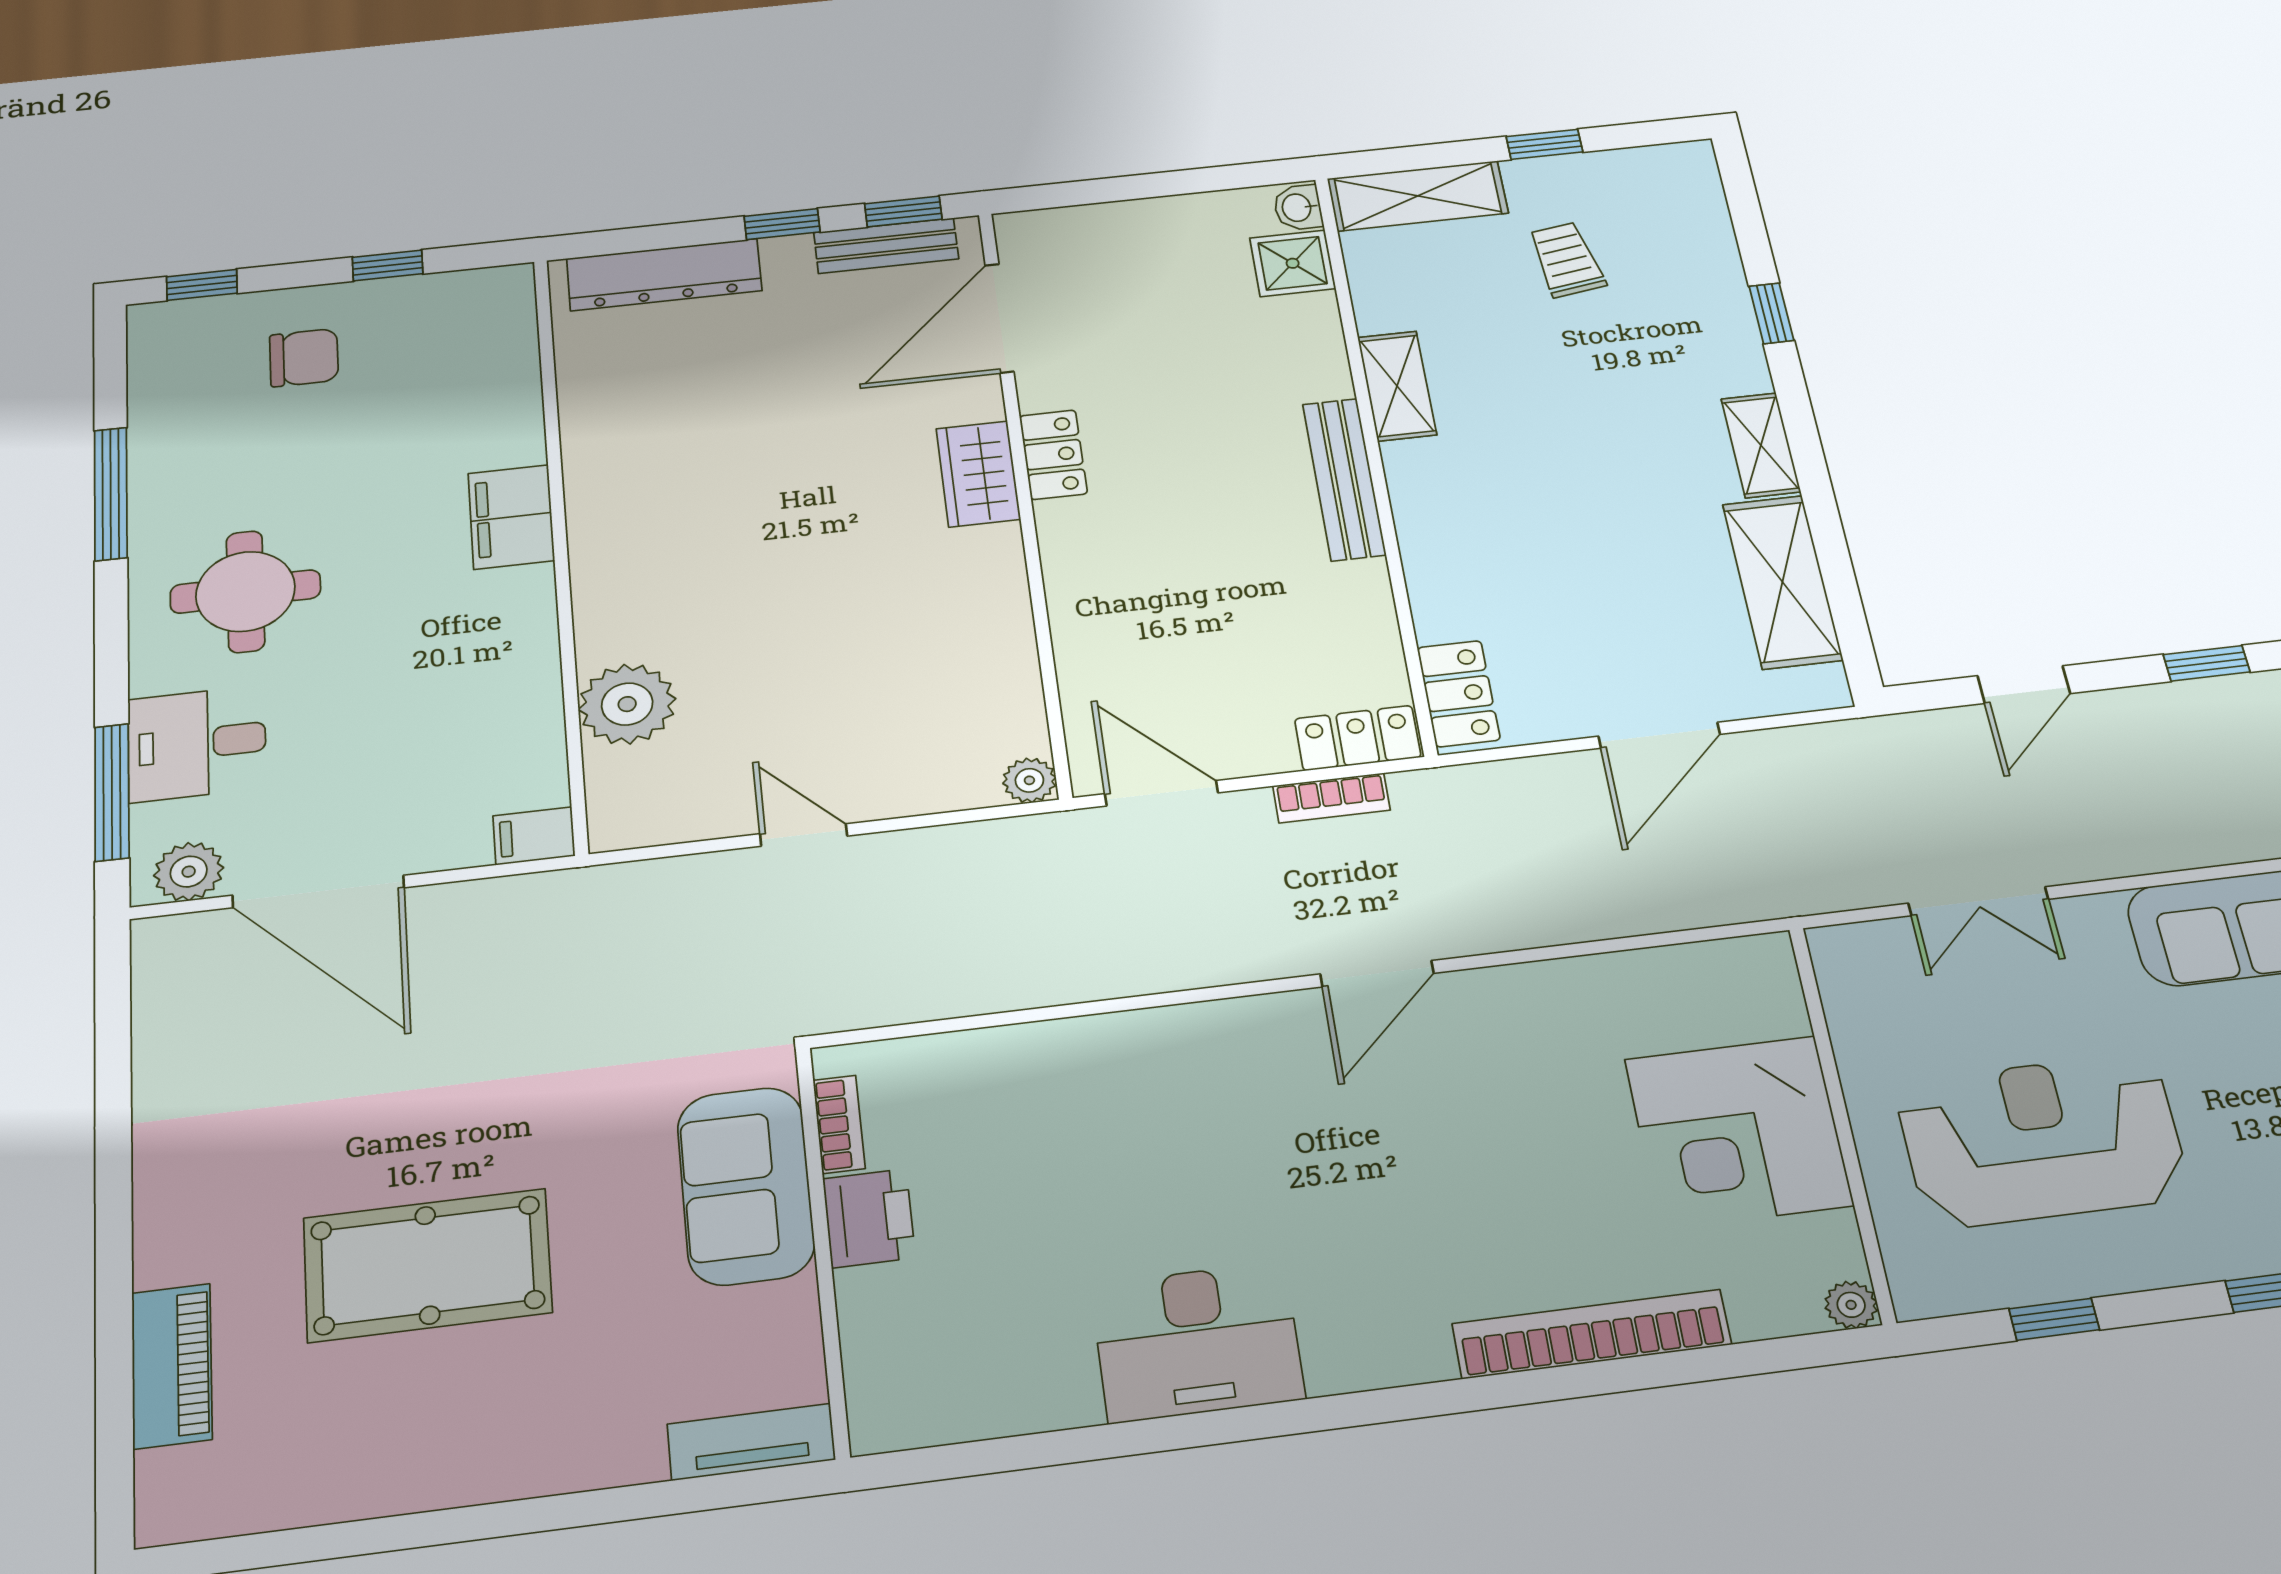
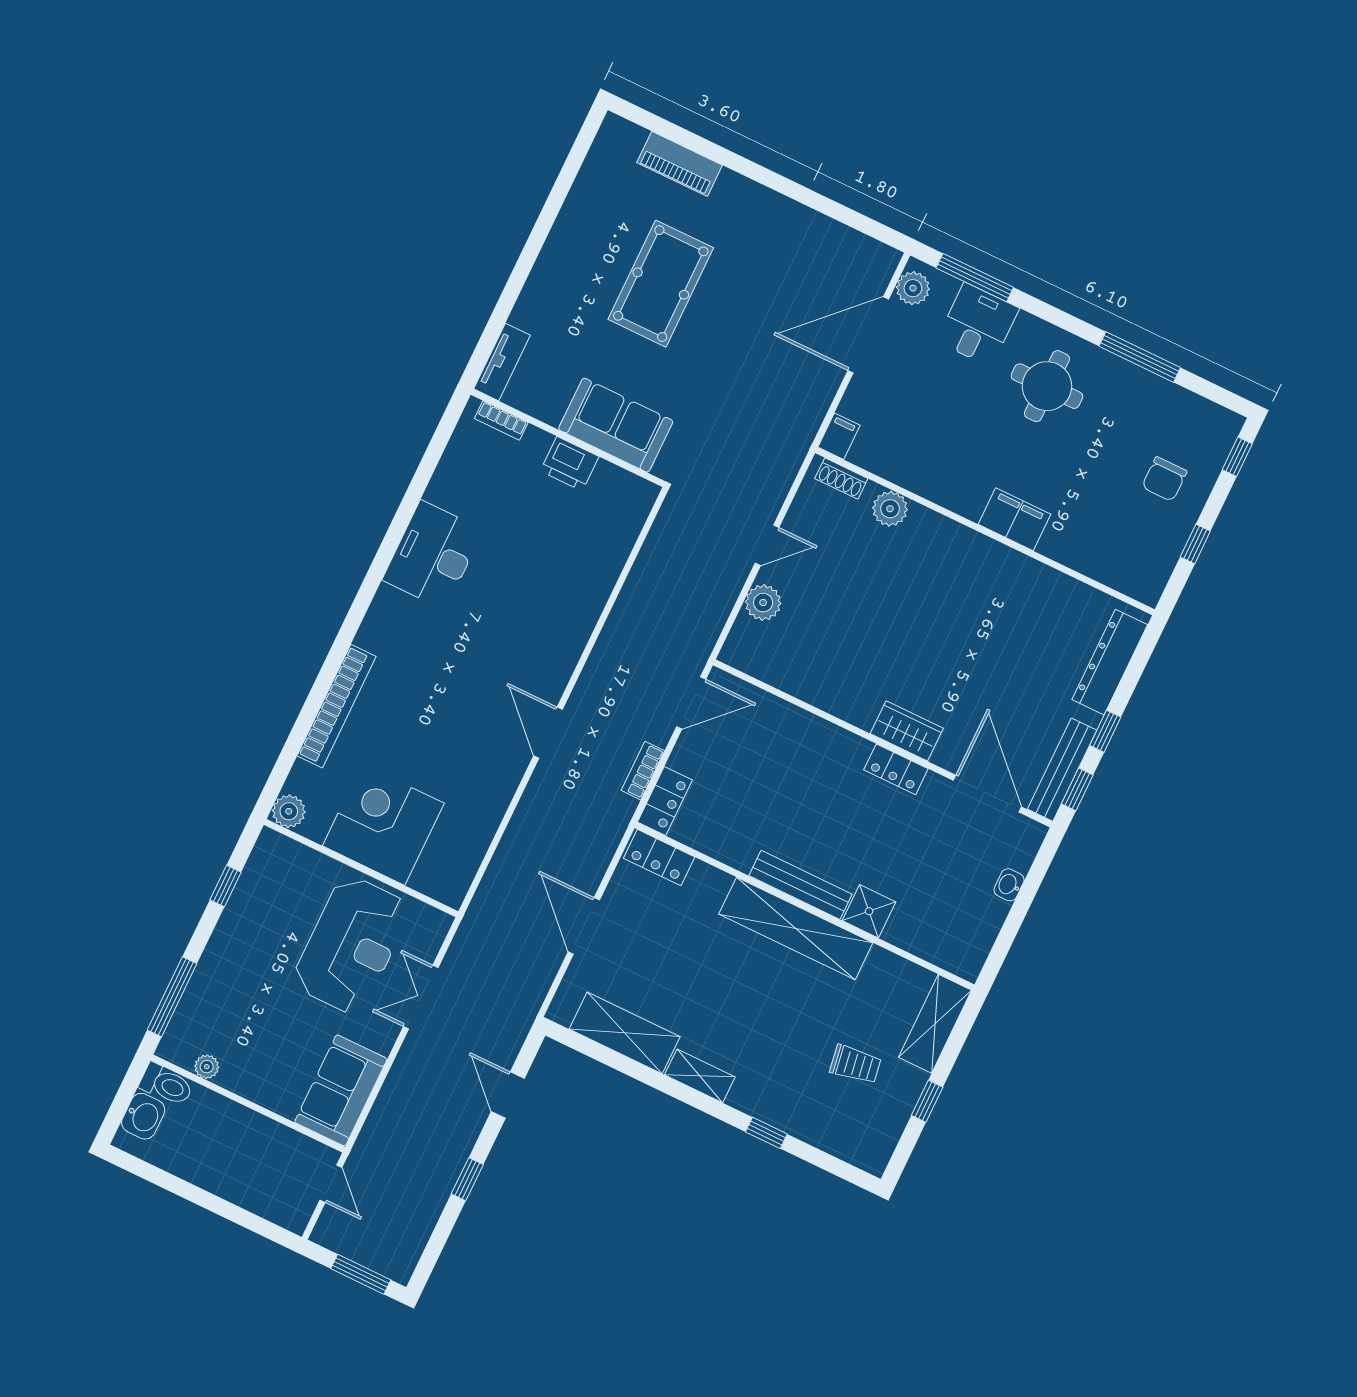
washbasin: (1298, 208) -> (1009, 885), moved, turned -90
bench: (886, 246) -> (1062, 770), width x1.36
shower: (1293, 263) -> (869, 911), moved
shelving: (1397, 386) -> (796, 928), width x2.20, depth x1.33
plant: (627, 704) -> (890, 509), width x0.73, depth x0.73
plant: (1029, 780) -> (763, 603), moved, width x1.38, depth x1.38
shoe rack: (608, 792) -> (841, 479), added
bookcase: (839, 1124) -> (501, 421), moved
reception desk: (2042, 1140) -> (351, 945), moved
plant: (1851, 1305) -> (289, 811), width x1.38, depth x1.38

